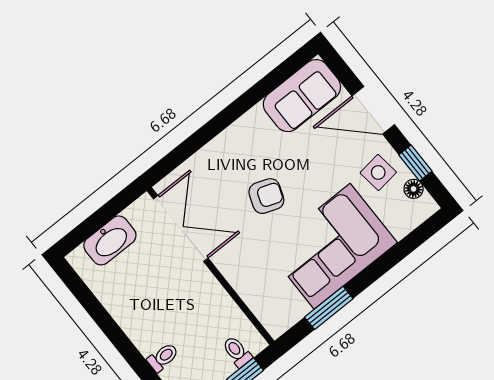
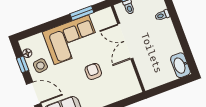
armchair: (266, 196) -> (93, 71), turned 70
double door: (181, 229) -> (125, 41), moved
washbasin: (110, 240) -> (180, 65), moved, turned -90

